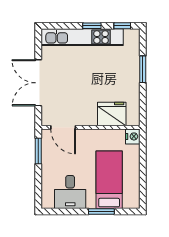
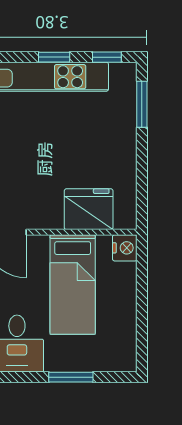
window: (143, 69) -> (142, 104), moved
bed: (109, 180) -> (73, 284), moved, turned 180

